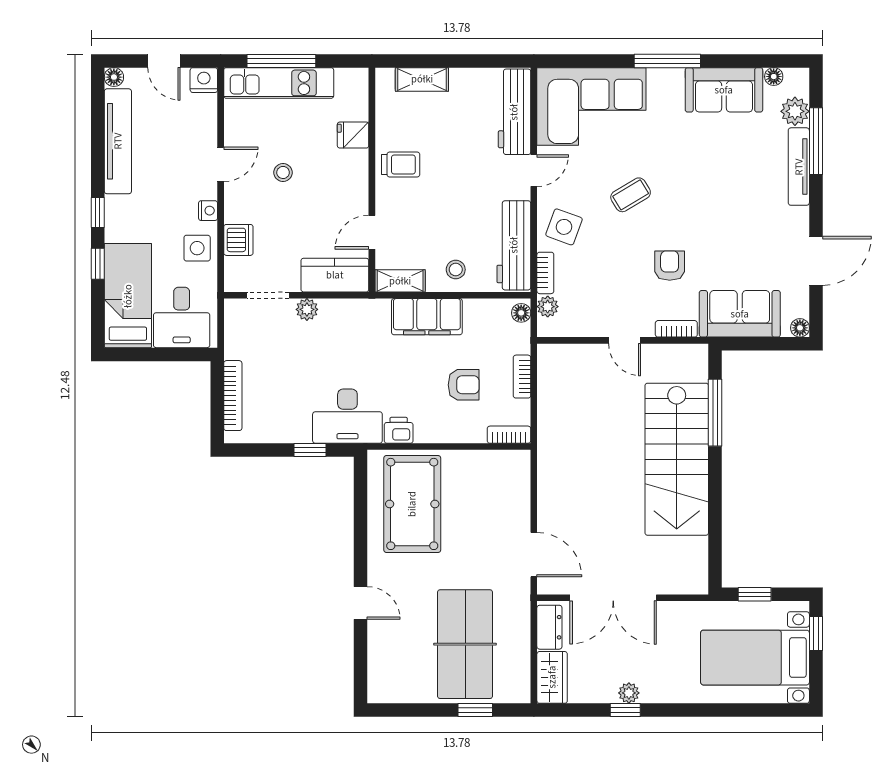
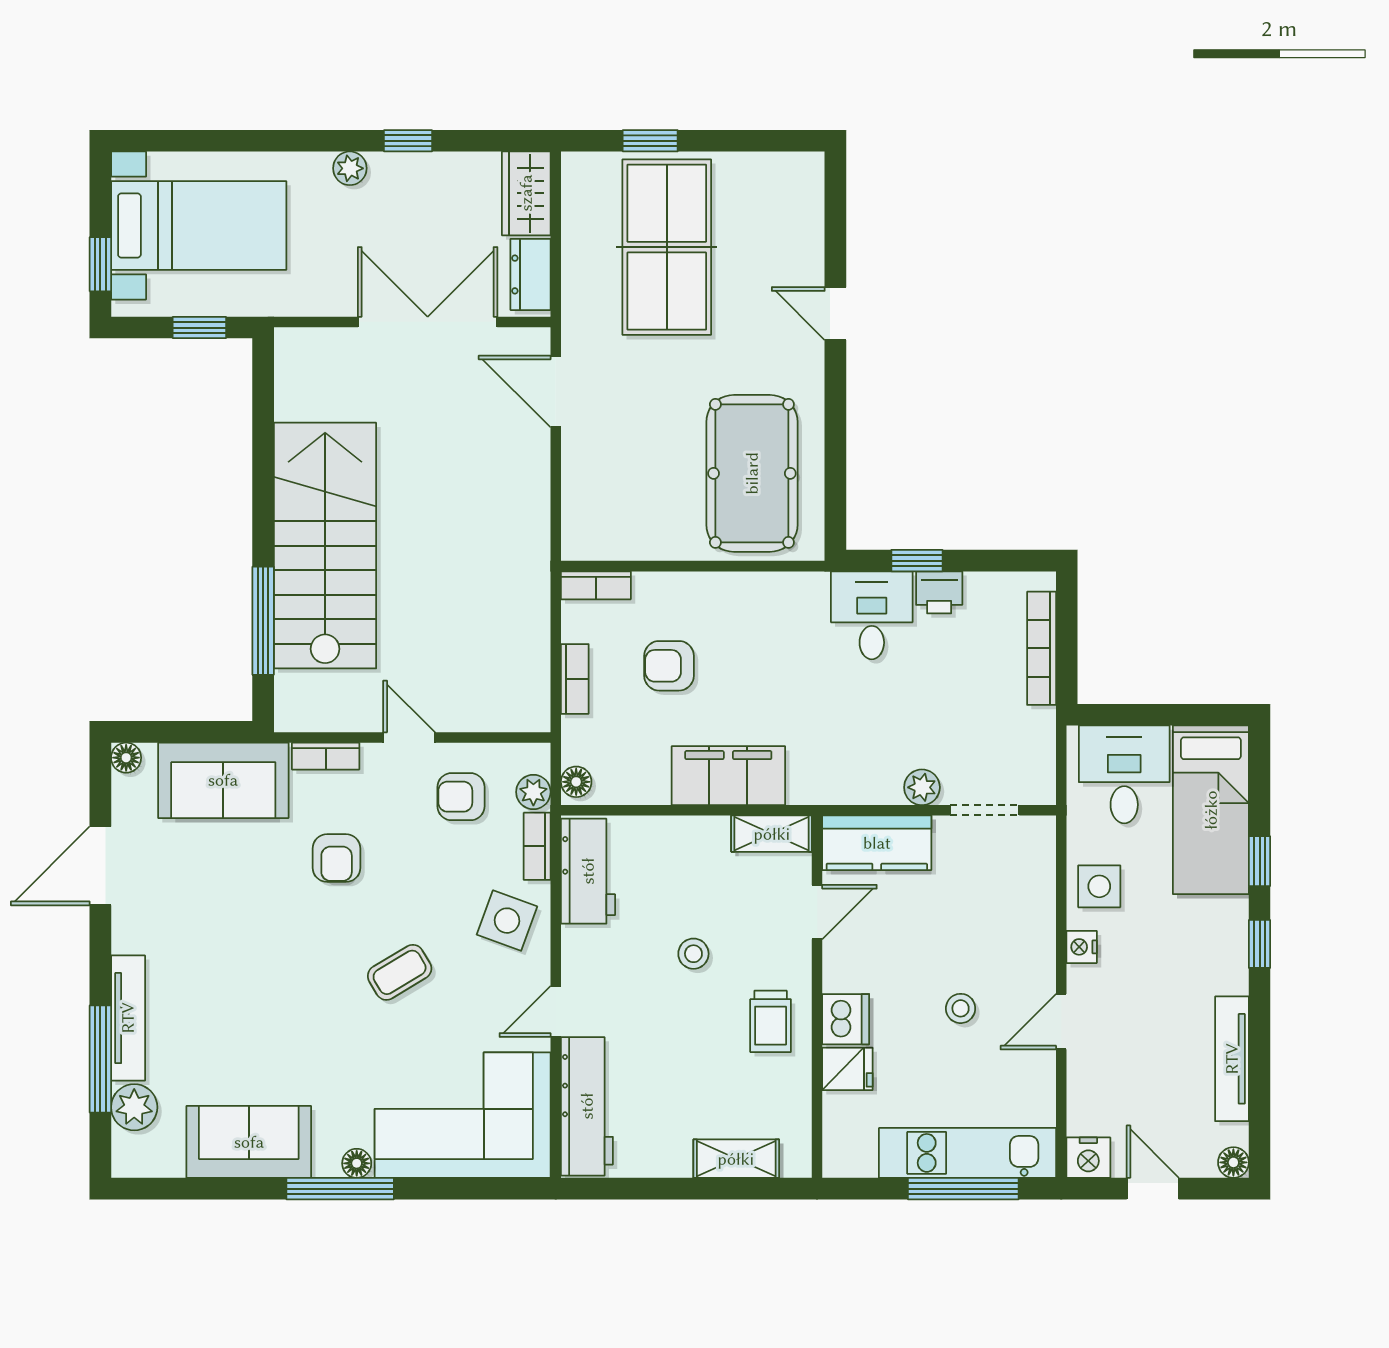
floor lamp: (774, 77) -> (357, 1163), moved
tv unit: (118, 141) -> (1232, 1059), width x0.73, depth x0.78
trolley: (401, 164) -> (771, 1021), turned -90
dishwasher: (238, 240) -> (846, 1019), moved, turned 180
workbench: (514, 245) -> (588, 871), width x0.73
stool: (456, 270) -> (693, 954), moved
armchair: (592, 304) -> (461, 797), added
desk: (347, 416) -> (872, 615), width x0.73
printer: (399, 430) -> (939, 592), moved
plant: (629, 693) -> (350, 168), moved

